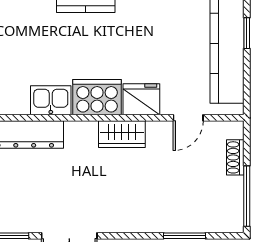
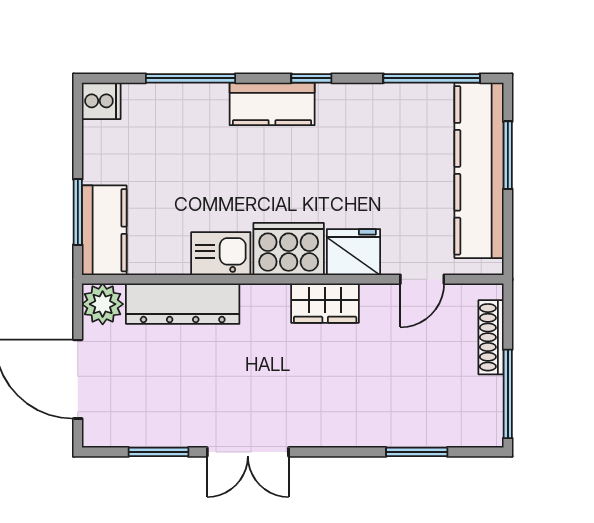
window: (247, 33) -> (508, 155), width x1.50
shoe rack: (235, 157) -> (491, 337), width x1.43

